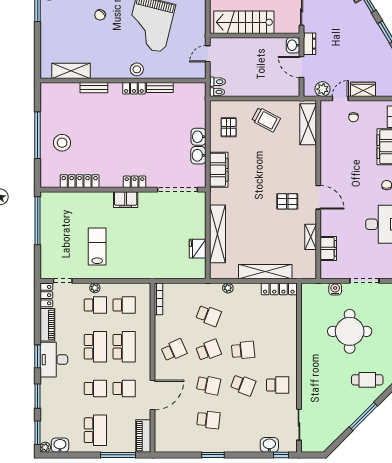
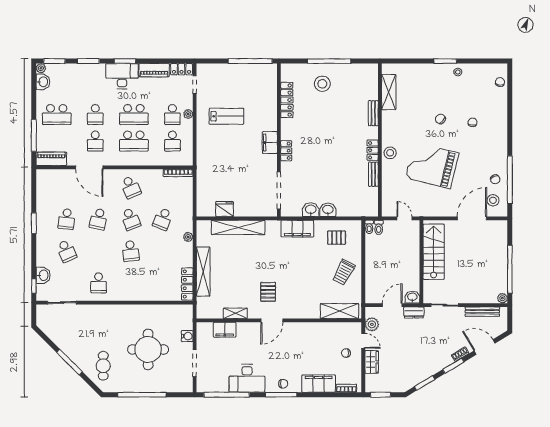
school desk: (243, 385) -> (66, 251), moved, turned -45

